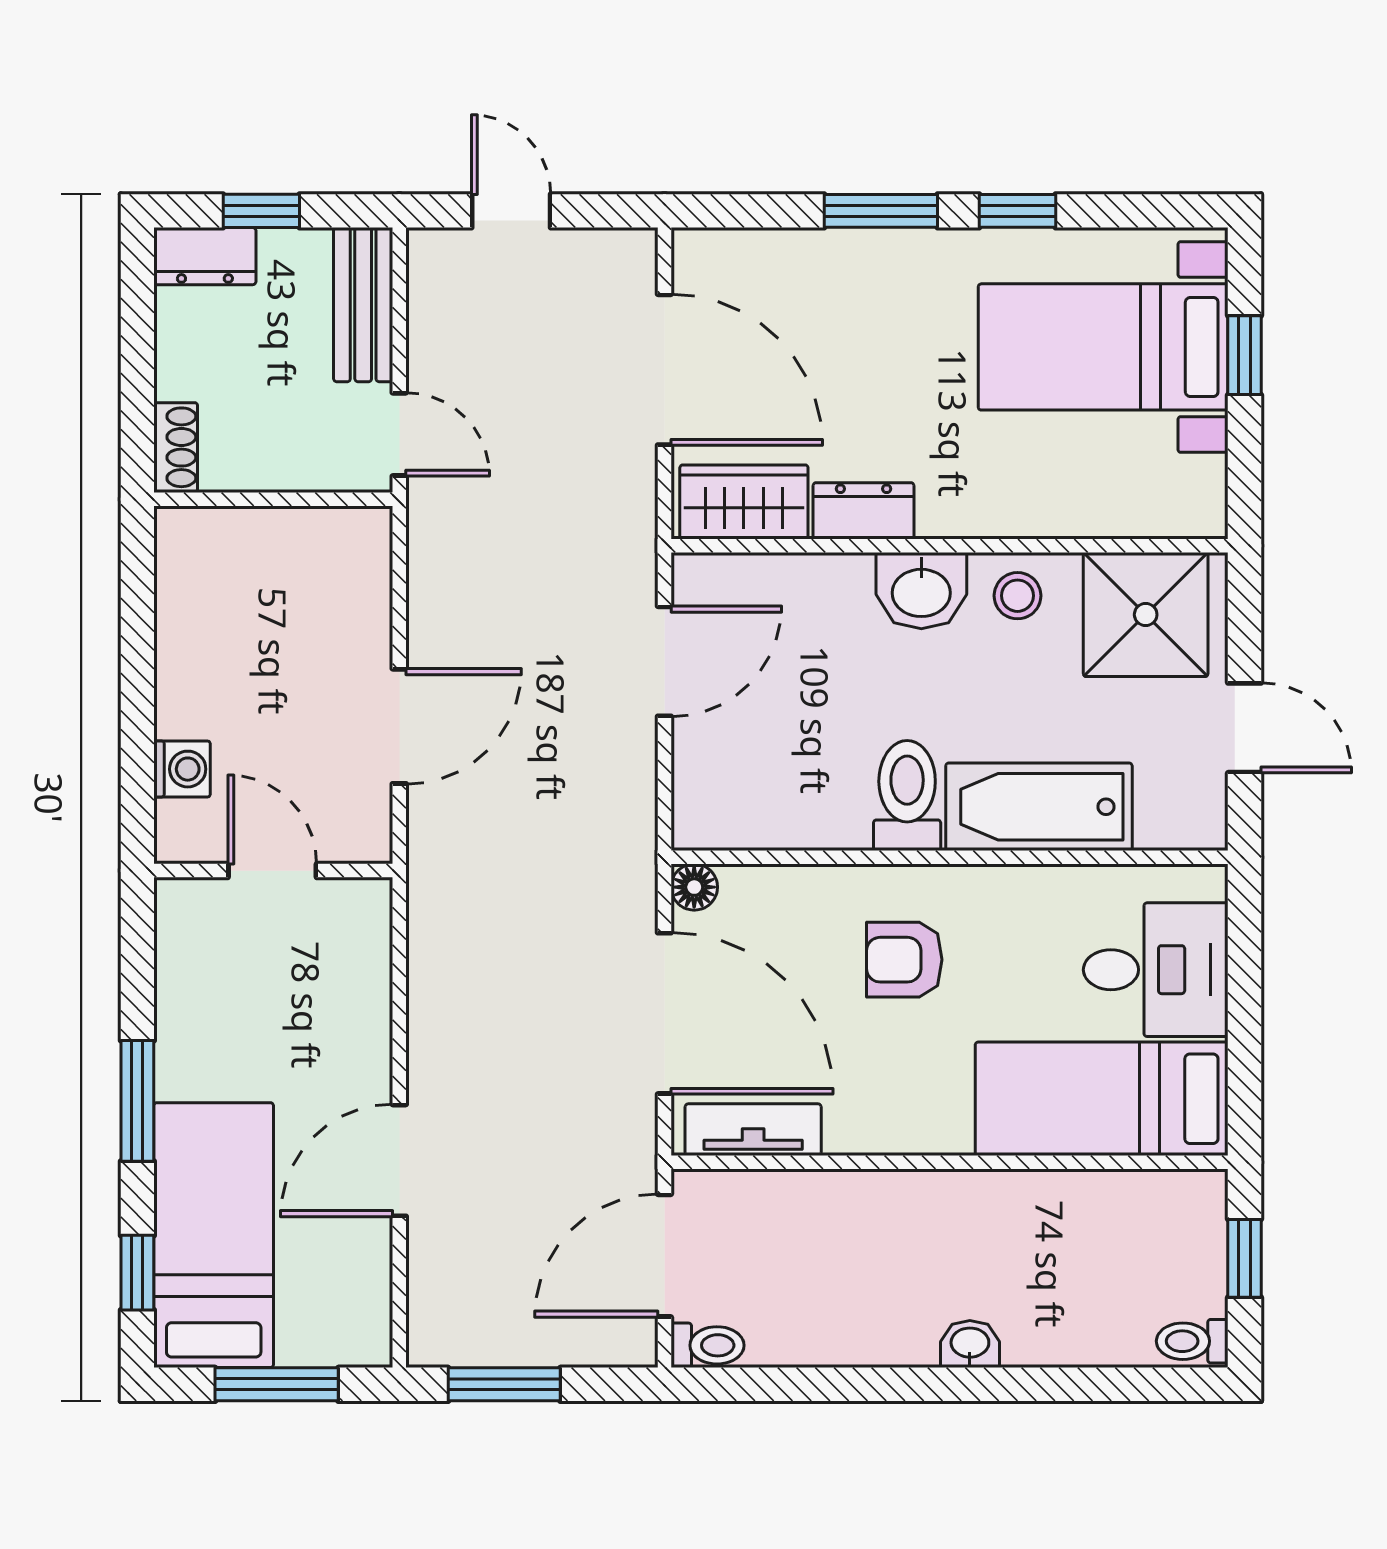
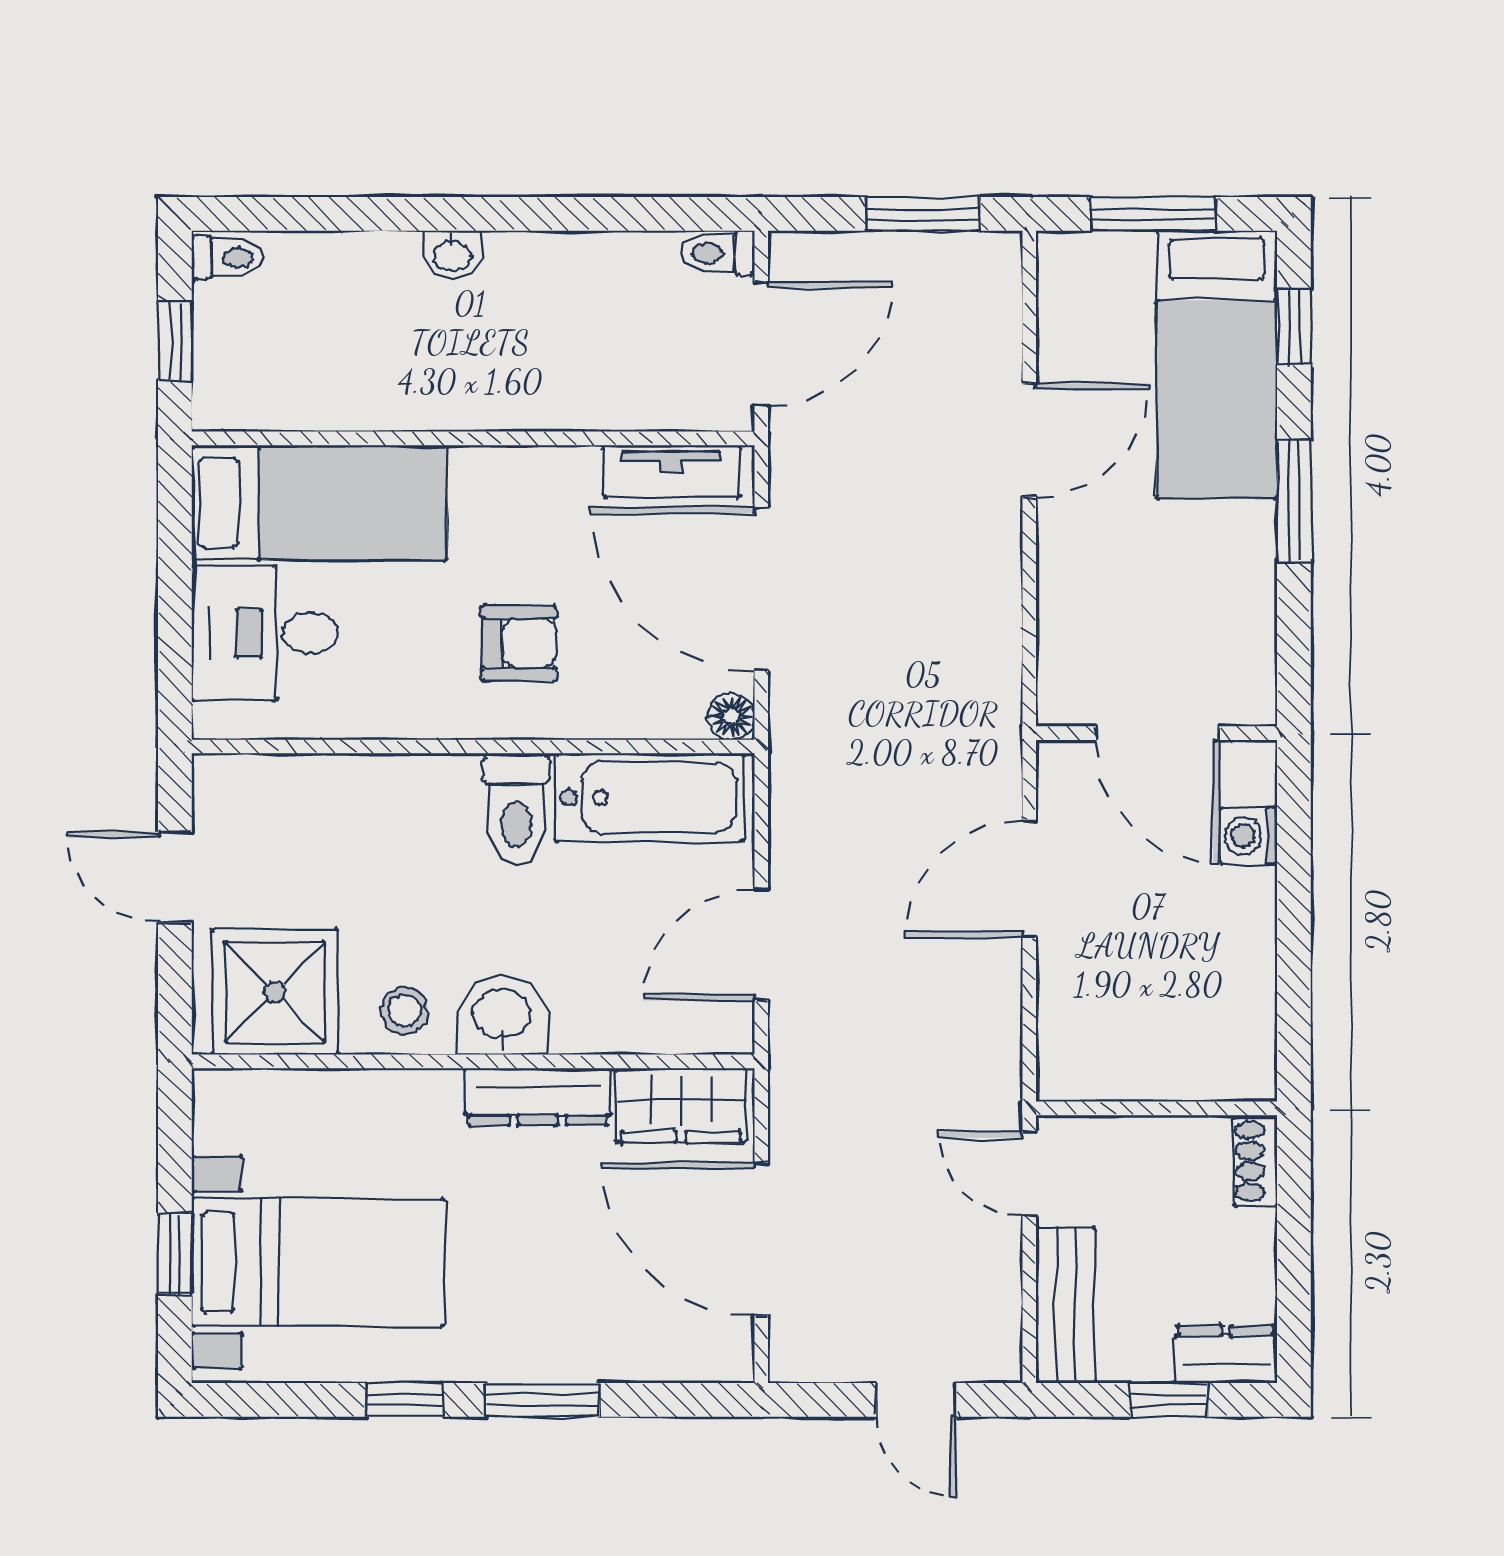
dresser: (864, 511) -> (538, 1097), width x1.44
bathtub: (1039, 807) -> (649, 798), moved
door: (272, 871) -> (1158, 733), width x1.38

